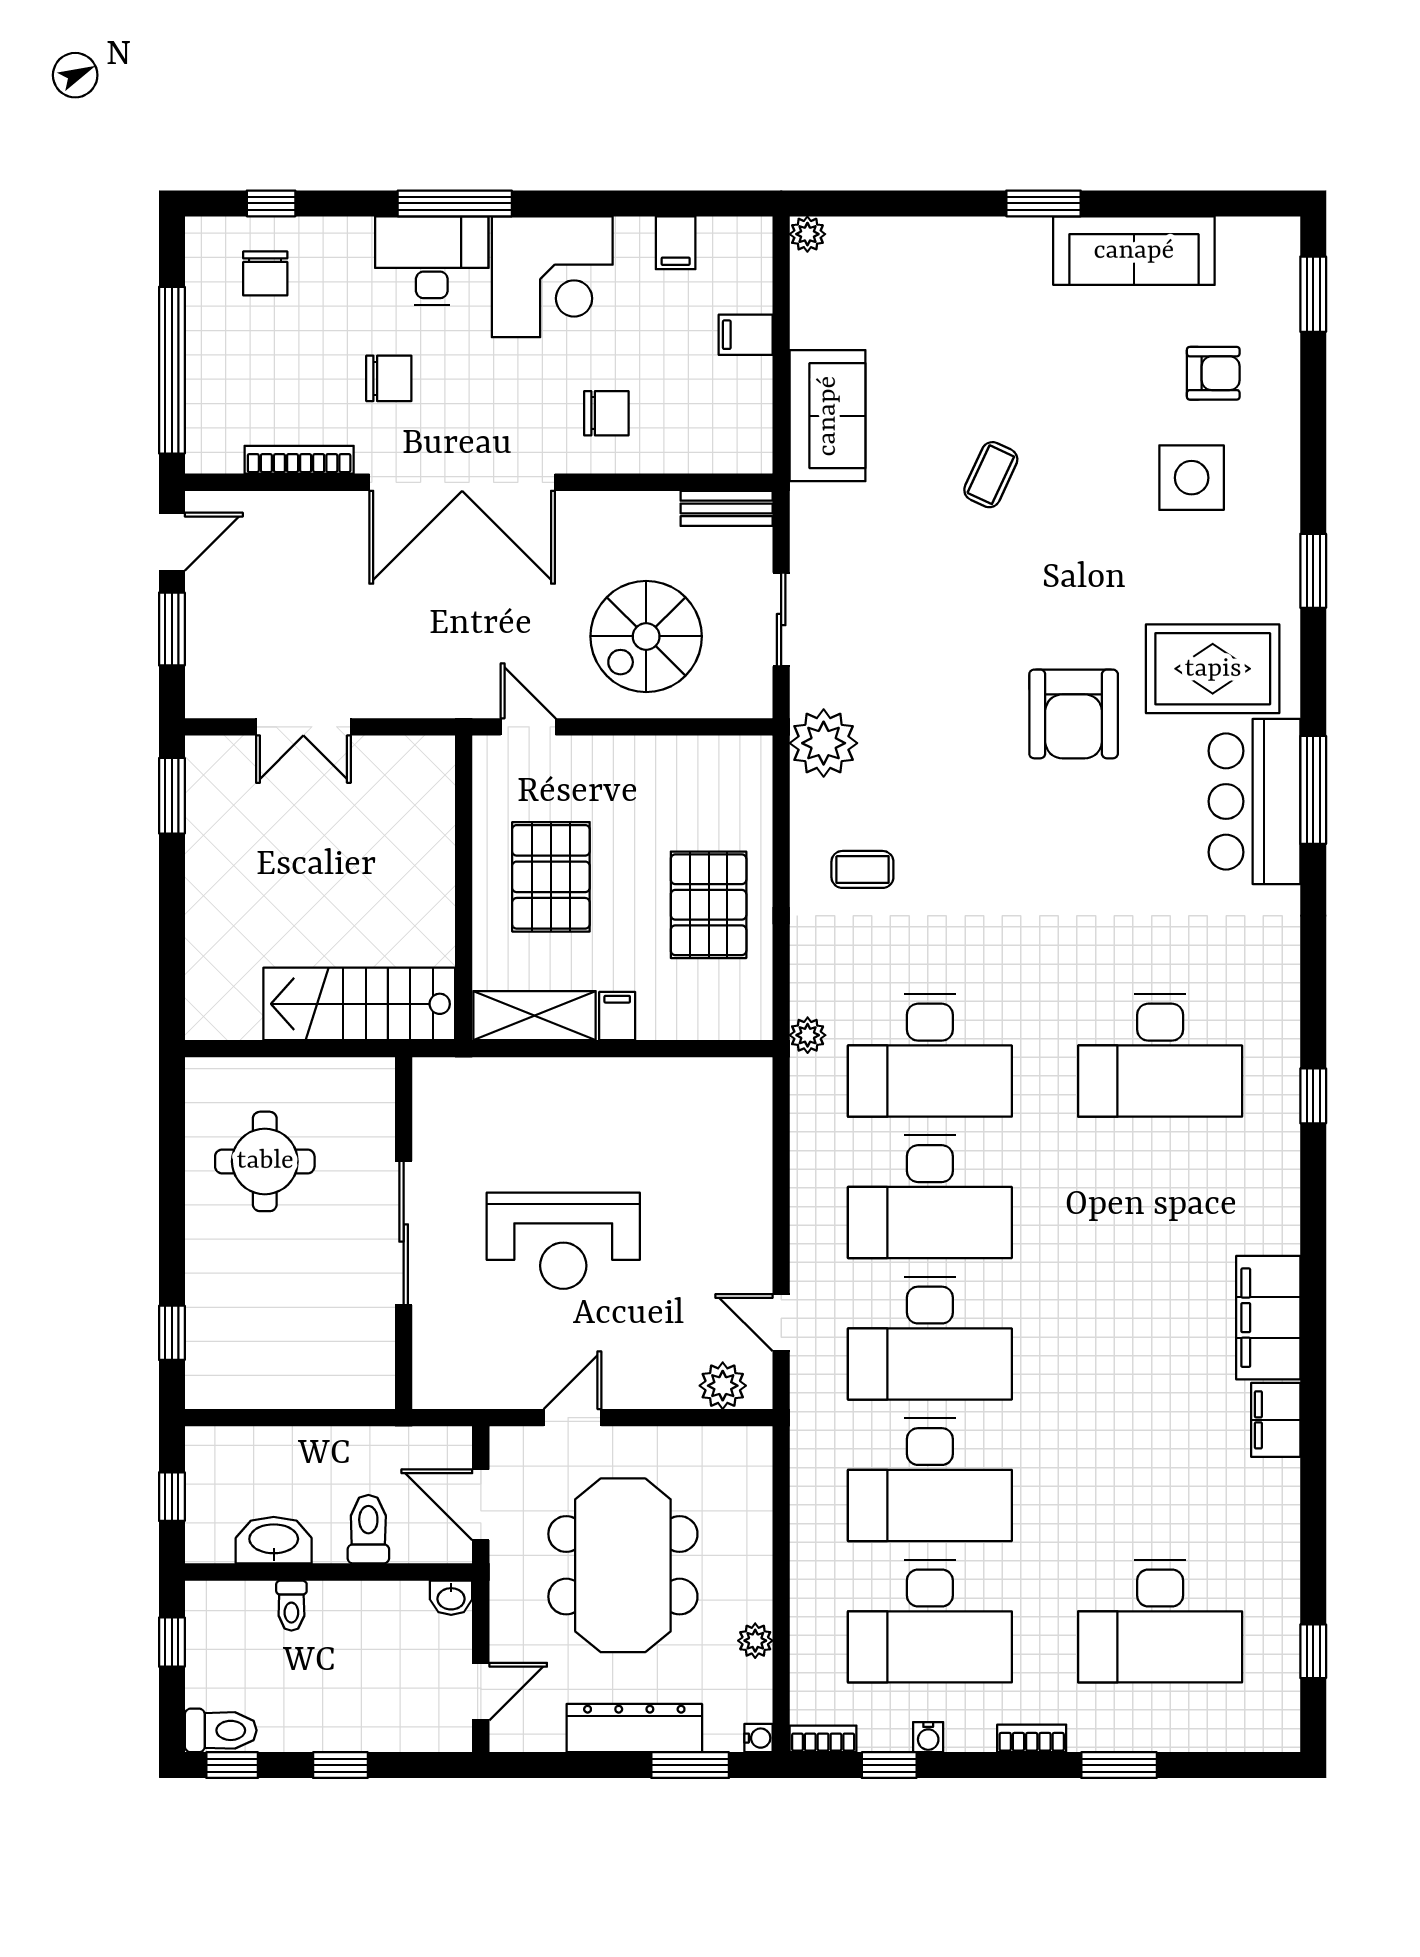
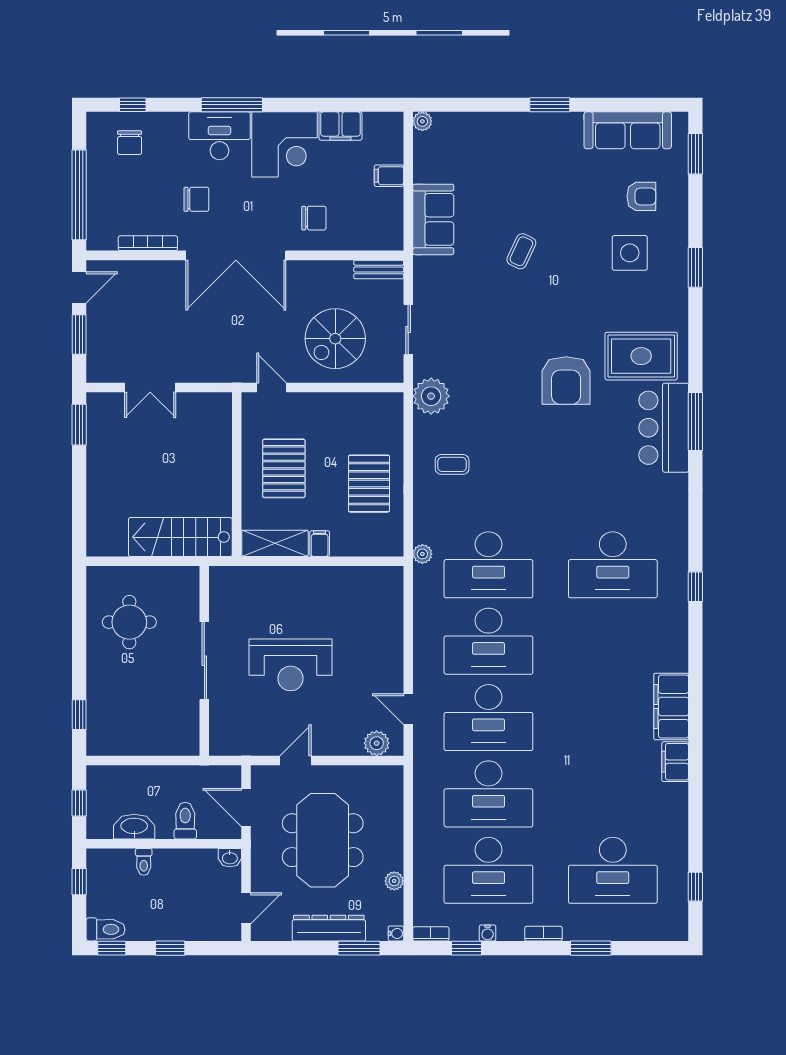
filing cabinet: (676, 243) -> (340, 126), width x2.00
sofa: (1134, 251) -> (628, 130), moved
window: (1313, 571) -> (695, 267), moved

